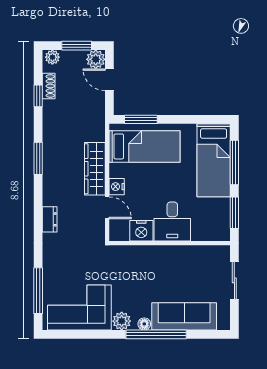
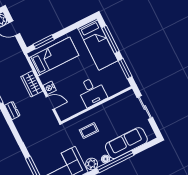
wardrobe: (95, 169) -> (32, 84), width x0.67
dresser: (50, 219) -> (12, 110), moved
nightstand: (141, 231) -> (77, 106), removed
coffee table: (141, 273) -> (89, 130), added

